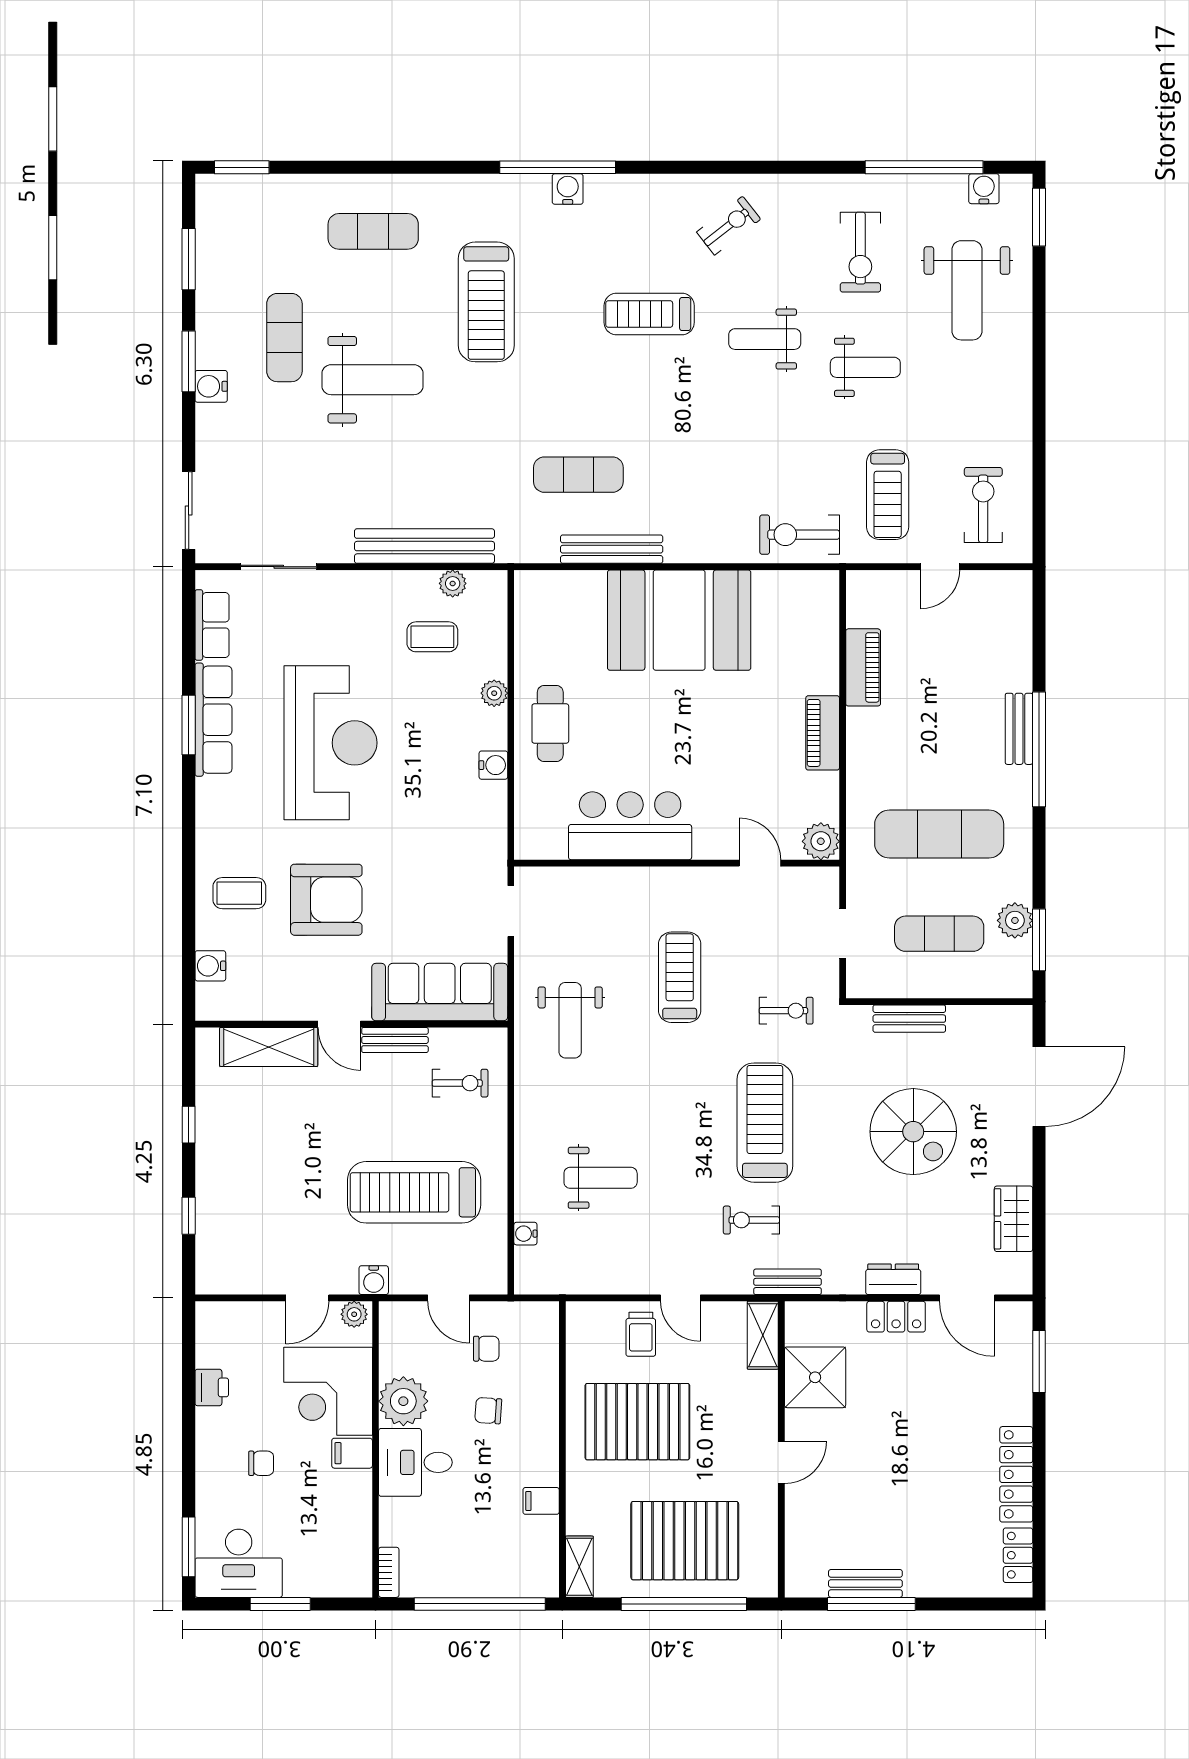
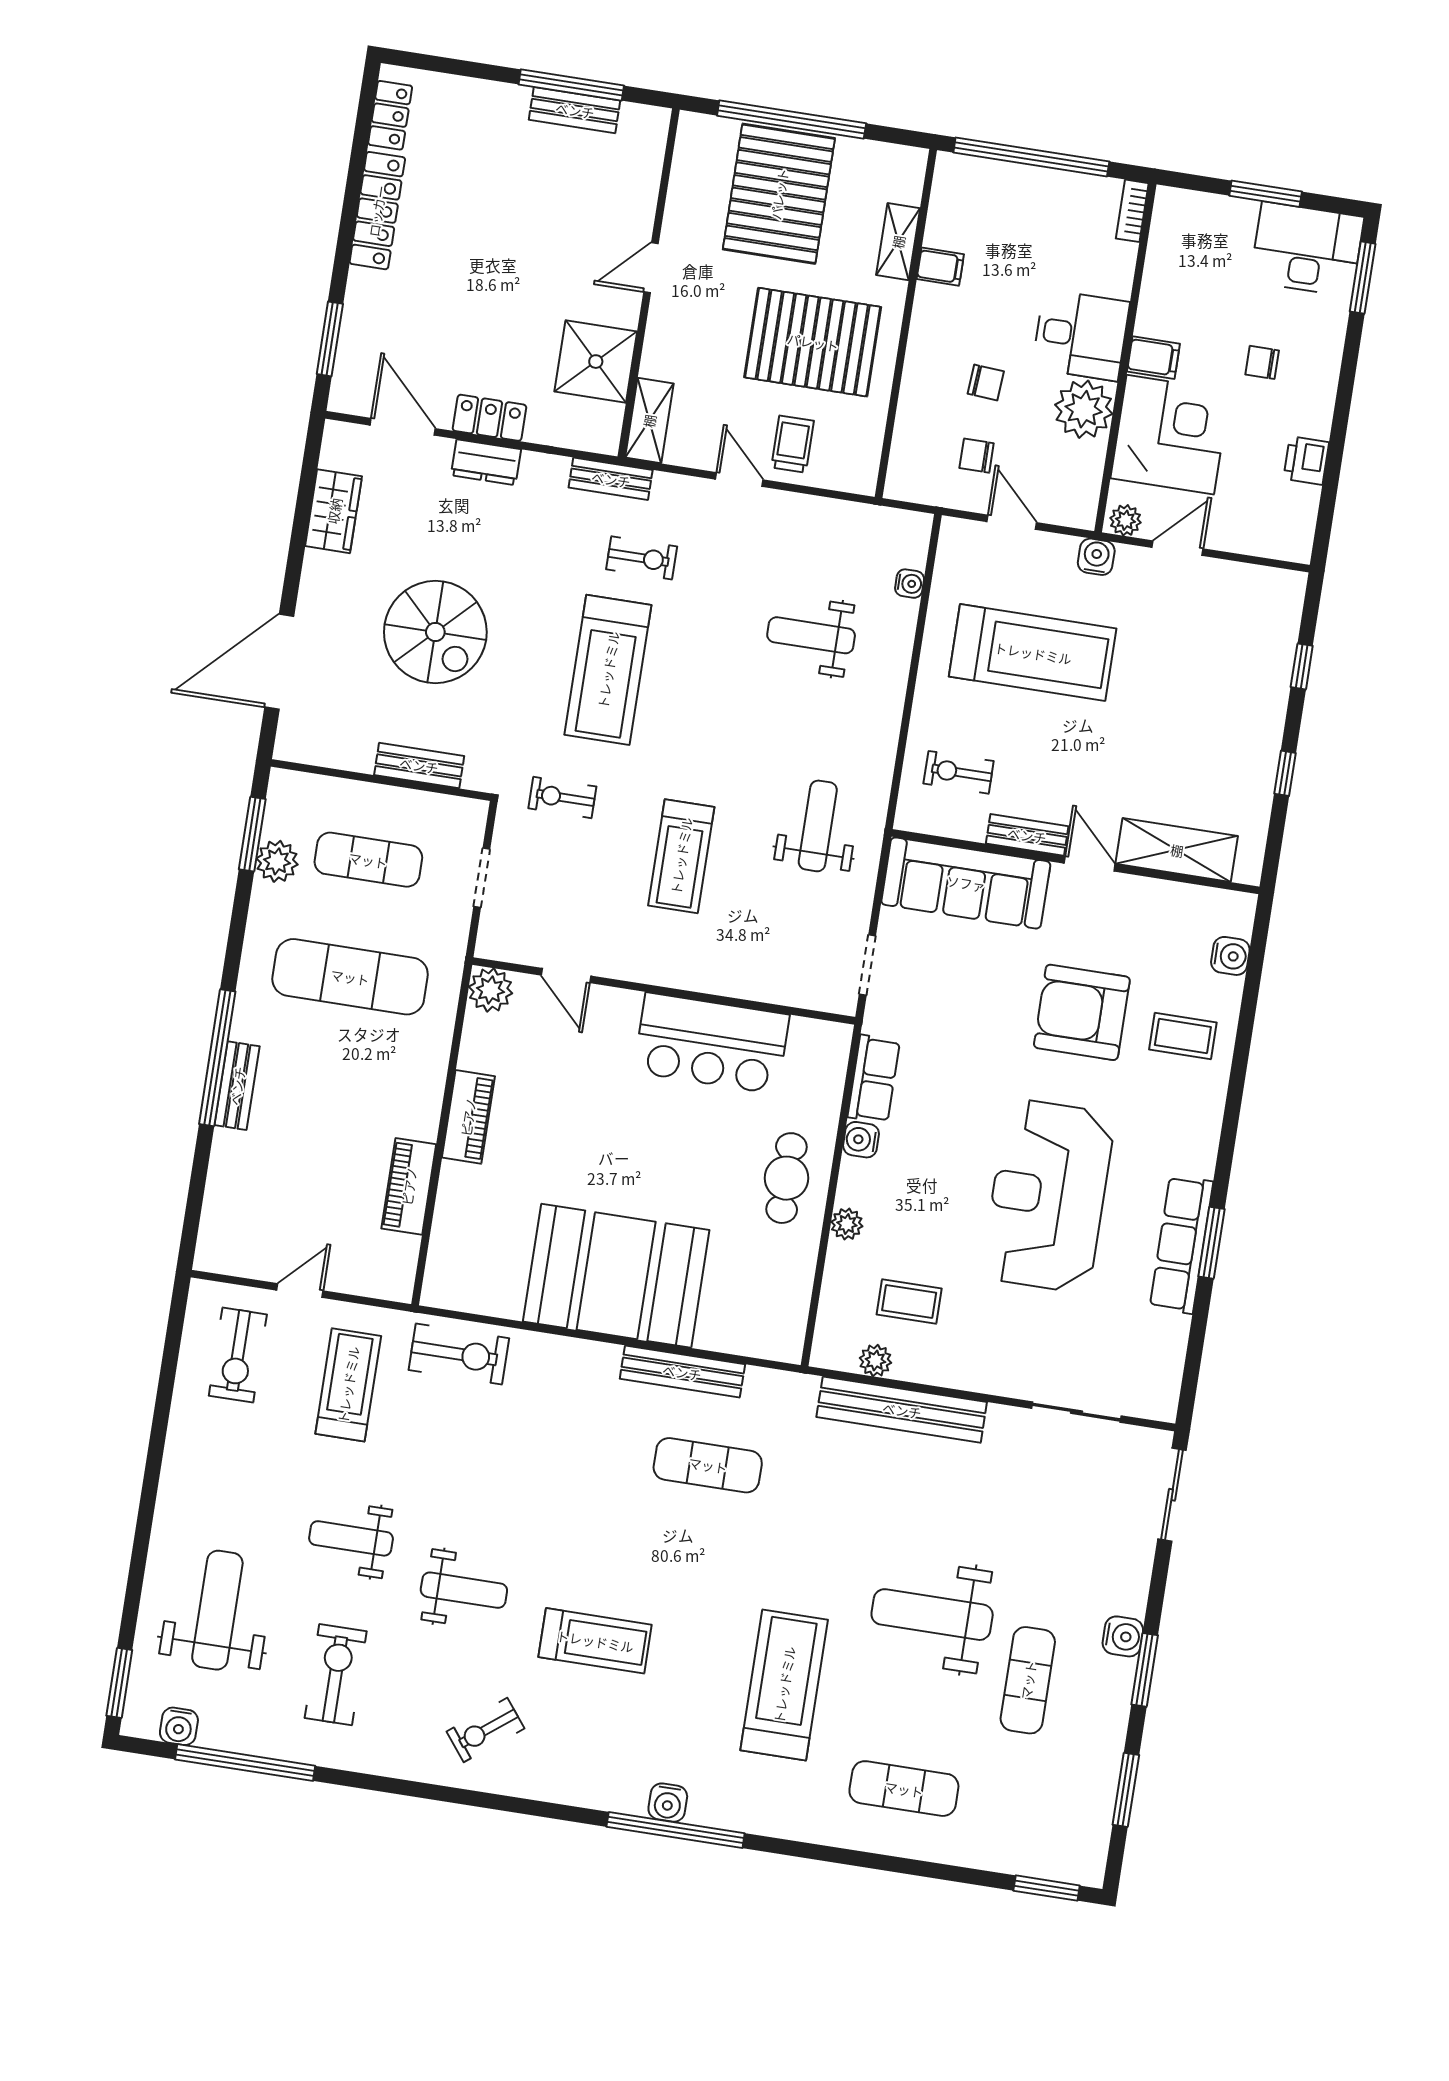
row of seats: (212, 625) -> (874, 1079), moved, turned 180
spiral stairs: (913, 1132) -> (435, 632), turned 180
pallet: (685, 1541) -> (779, 194), turned 90
shelving: (579, 1567) -> (898, 242), moved

